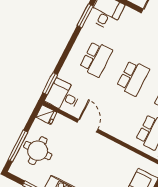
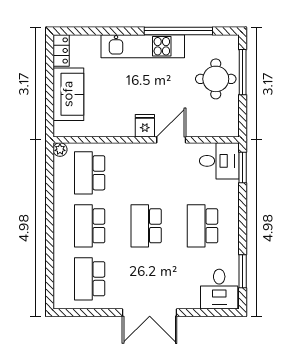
fridge: (46, 115) -> (145, 126), moved, turned 90
door: (88, 126) -> (171, 140), swing flipped

